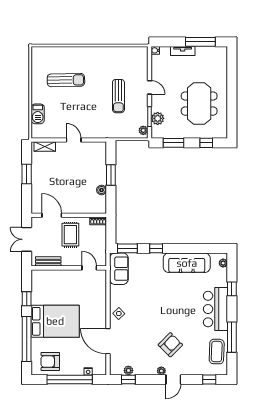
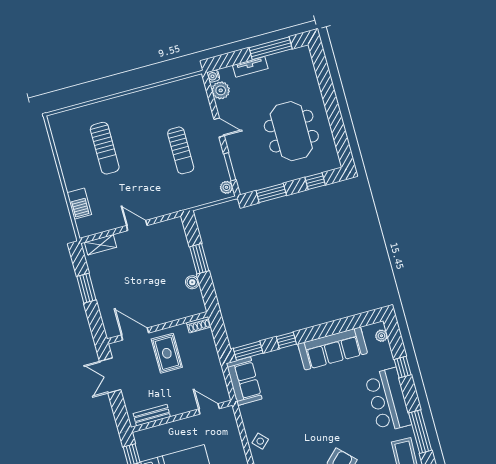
sun lounger: (66, 80) -> (105, 148), turned 91
plant: (158, 118) -> (221, 90), moved
bench: (48, 261) -> (152, 415), moved
wall: (69, 268) -> (182, 416), moved
door: (89, 268) -> (209, 409), moved

